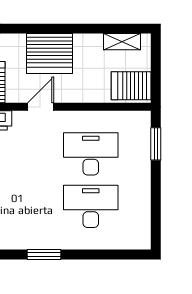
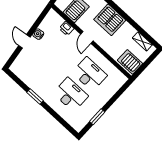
door: (41, 107) -> (87, 37), swing flipped
window: (156, 144) -> (97, 117), moved

